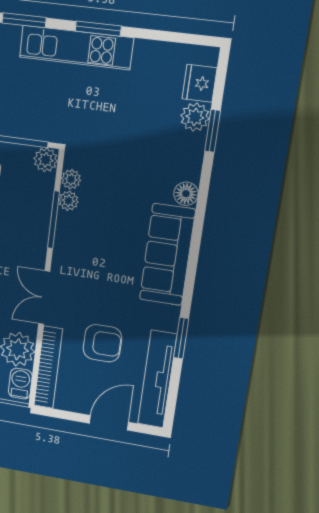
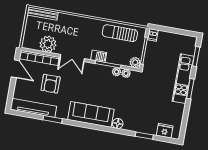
plant: (195, 117) -> (151, 128), removed
double door: (44, 298) -> (72, 58), swing flipped
barbecue: (20, 384) -> (99, 56), moved
door: (109, 423) -> (15, 69), moved

